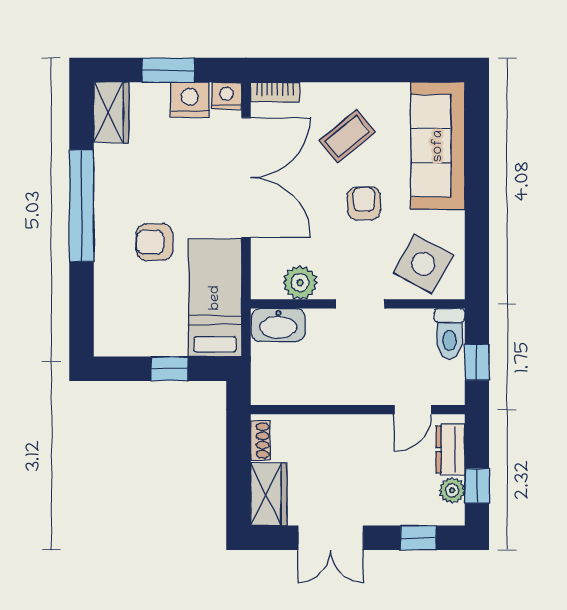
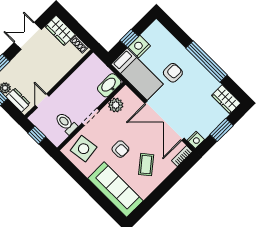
nightstand: (190, 100) -> (139, 47), moved, turned 180
side table: (423, 264) -> (84, 149), turned -37
toilet: (450, 333) -> (66, 123), moved

